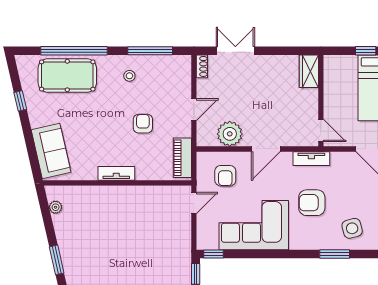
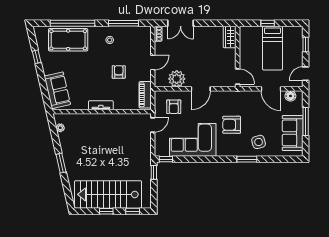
double door: (235, 51) -> (181, 23), swing flipped
tv unit: (311, 159) -> (231, 95), removed

